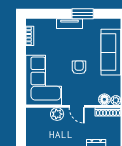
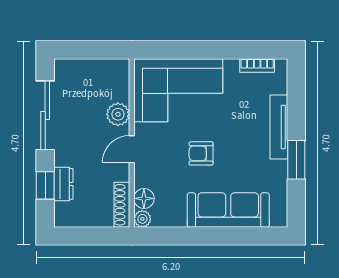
tv unit: (70, 24) -> (279, 127), width x1.41
armchair: (79, 67) -> (201, 153), turned 180

